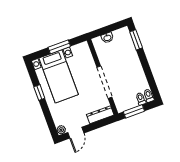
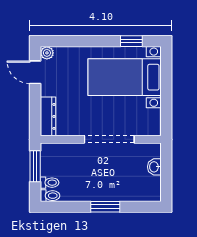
window: (136, 40) -> (105, 207), moved
window: (59, 47) -> (166, 93), removed
doorway: (104, 82) -> (109, 139), moved
window: (39, 93) -> (131, 41), moved

